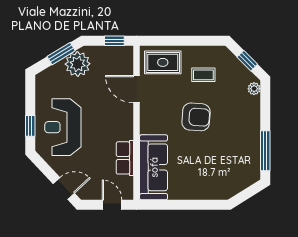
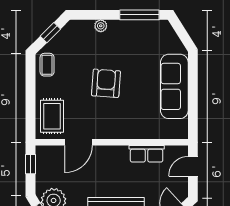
coffee table: (203, 75) -> (47, 65), moved
plant: (254, 89) -> (101, 26), moved
sofa: (154, 167) -> (174, 86), moved, turned -90

